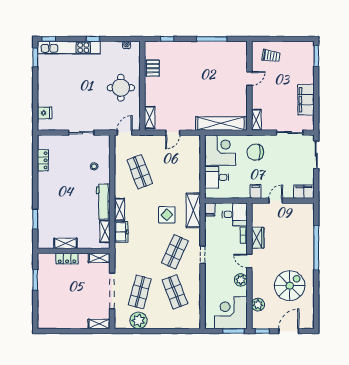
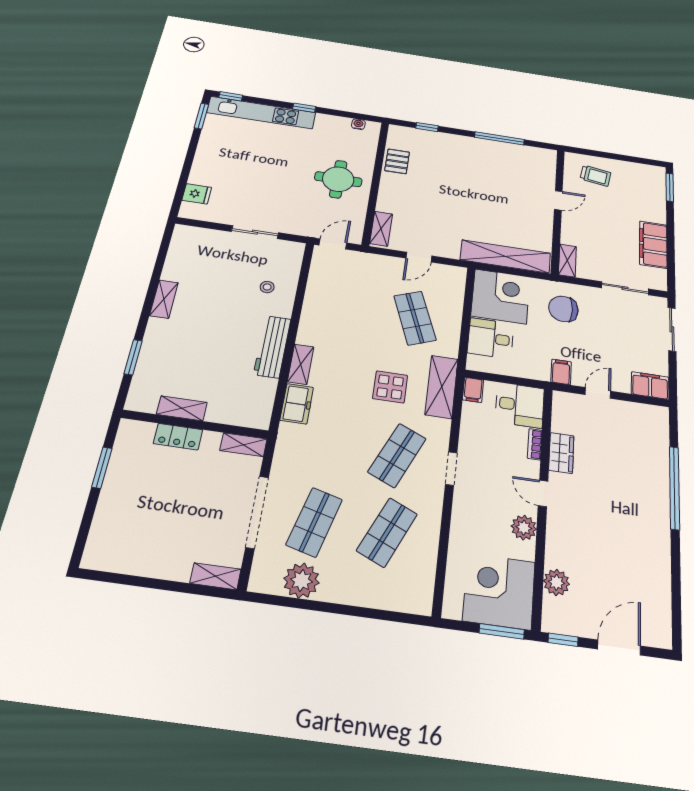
locker: (43, 160) -> (174, 263), removed
shop shelf: (140, 172) -> (415, 318), moved
shelving: (105, 231) -> (164, 299), moved
spiral stairs: (290, 286) -> (622, 553), removed
shop shelf: (175, 292) -> (387, 532), turned 45

